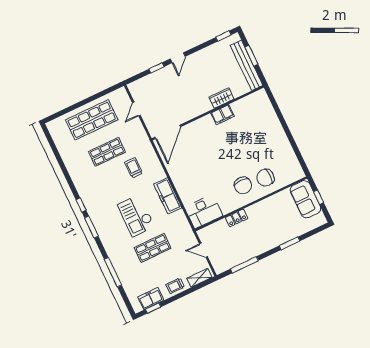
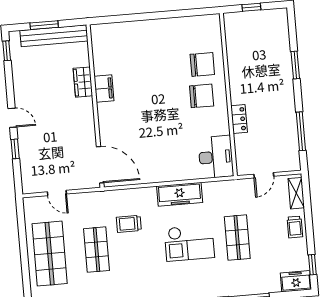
chair: (265, 178) -> (202, 64), turned -90
sofa: (305, 199) -> (248, 25), removed
freezer: (151, 299) -> (296, 281), moved, turned 90

